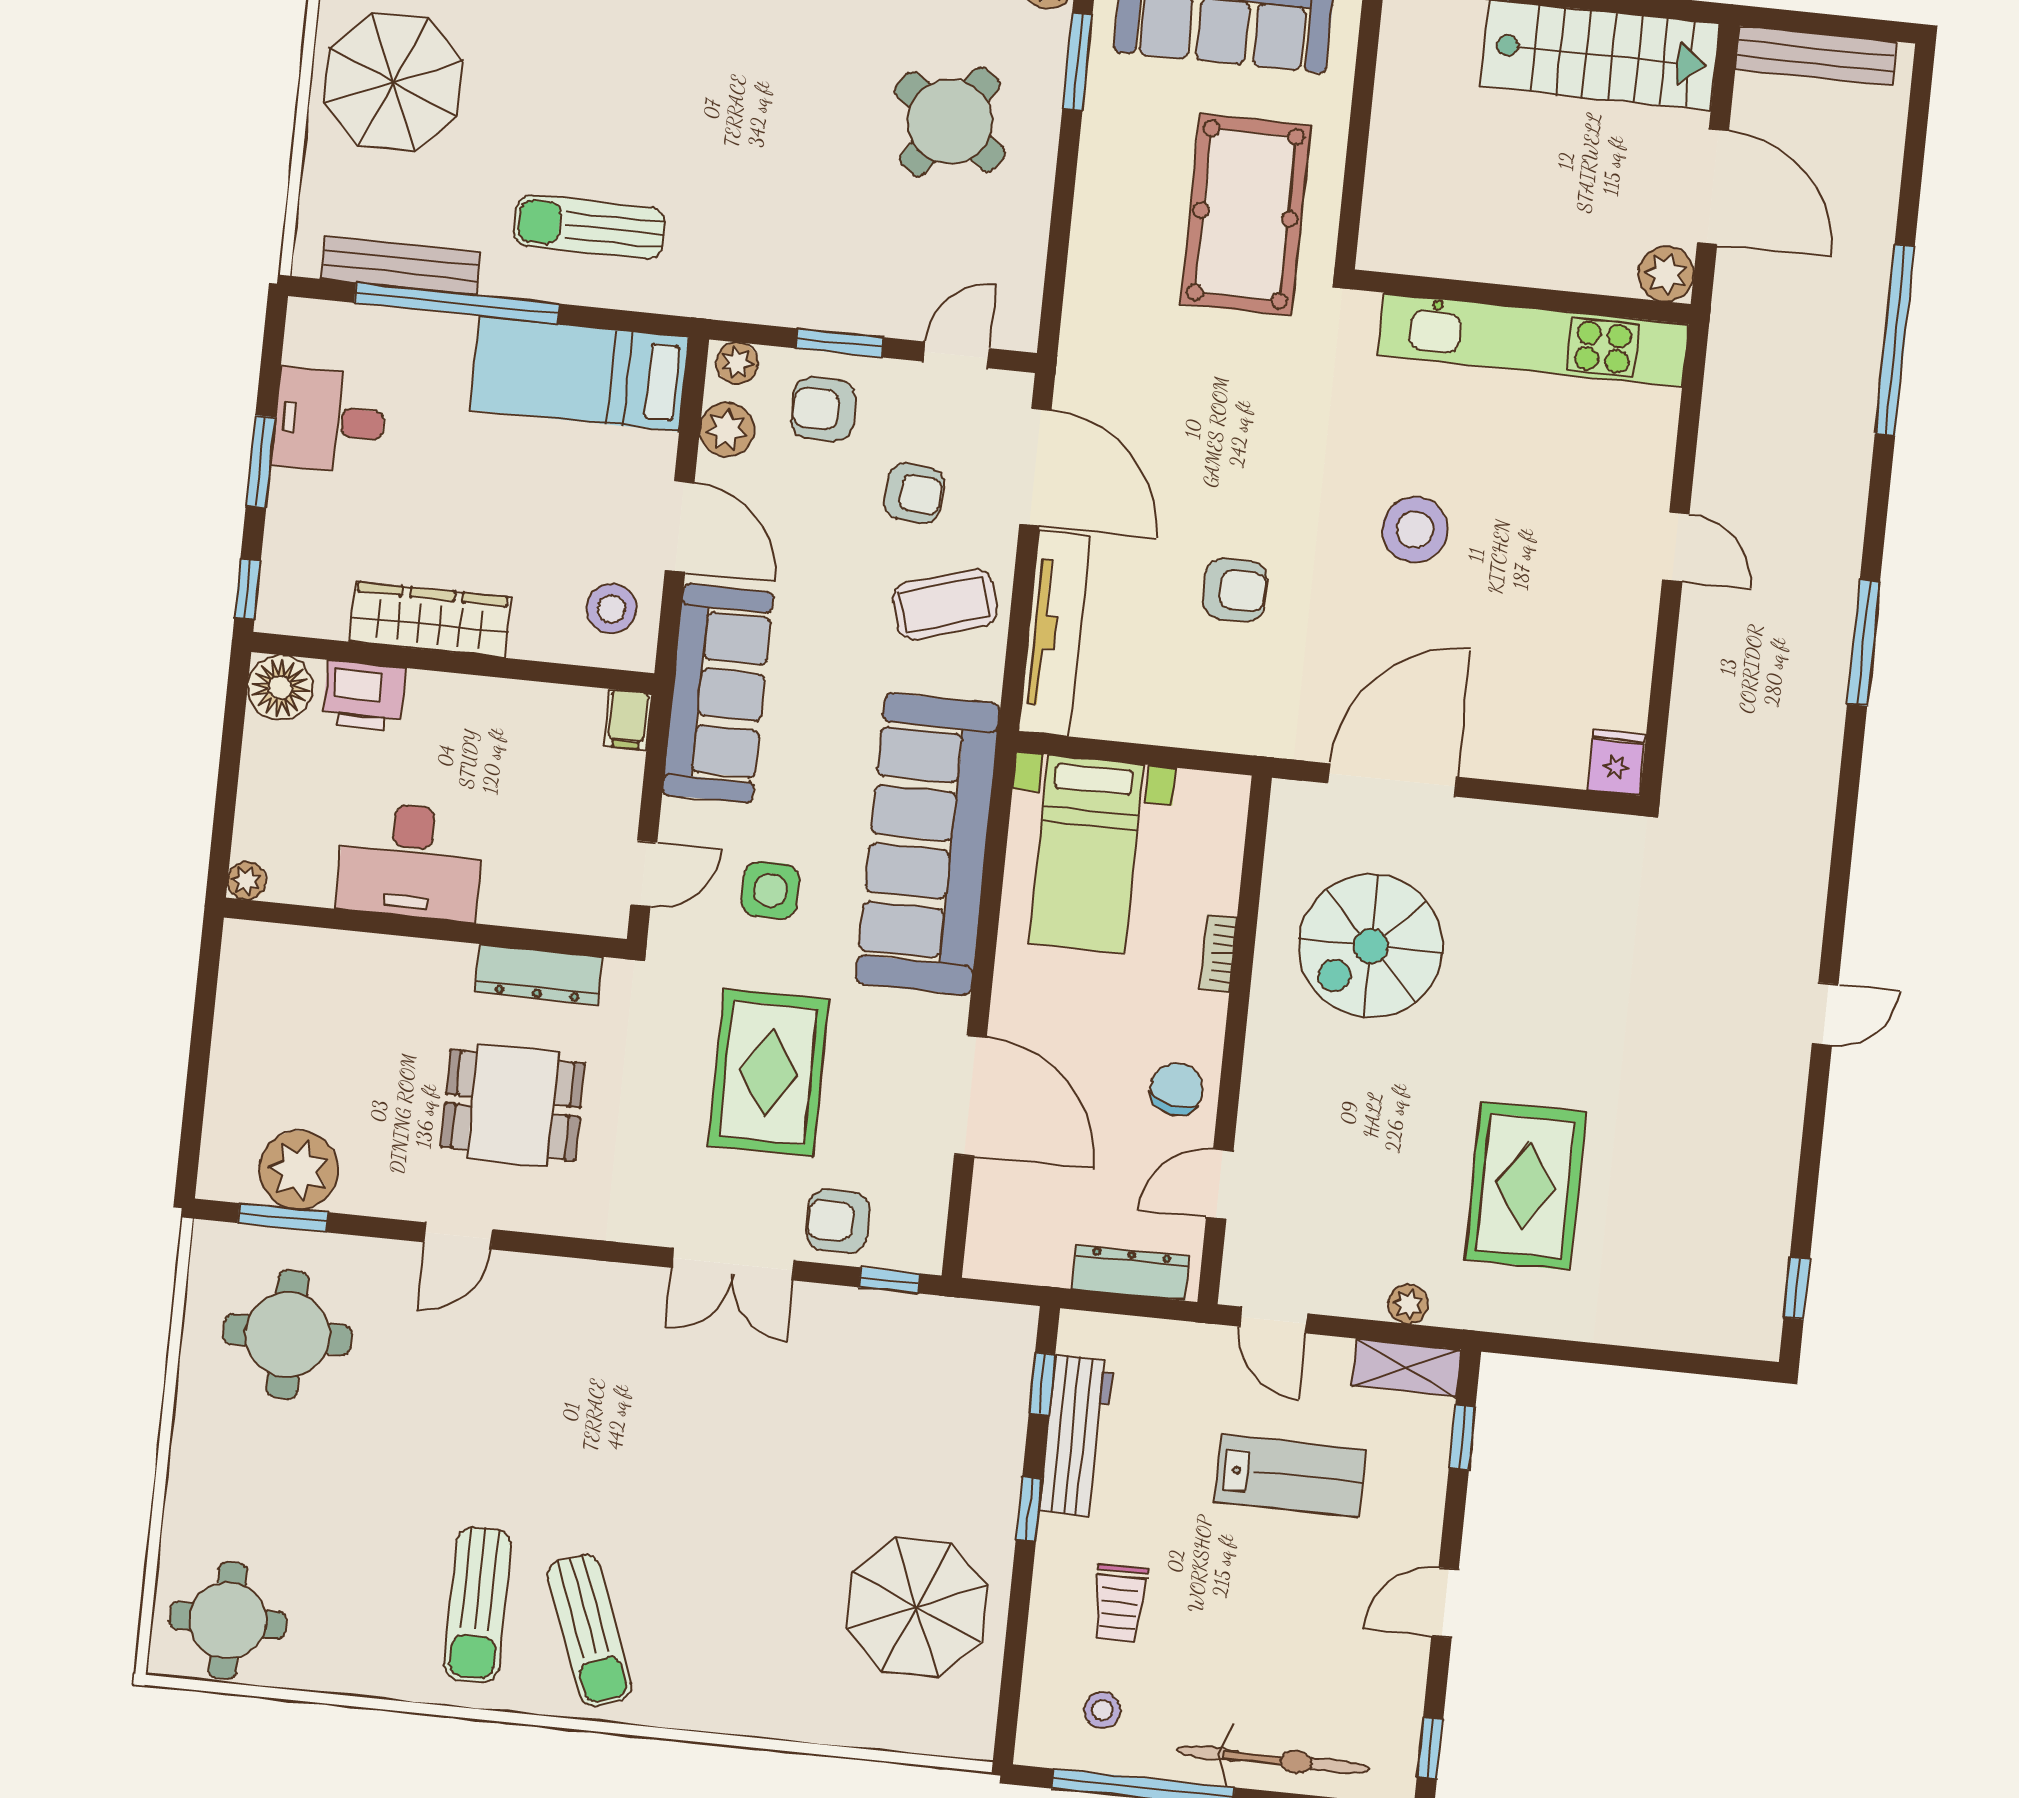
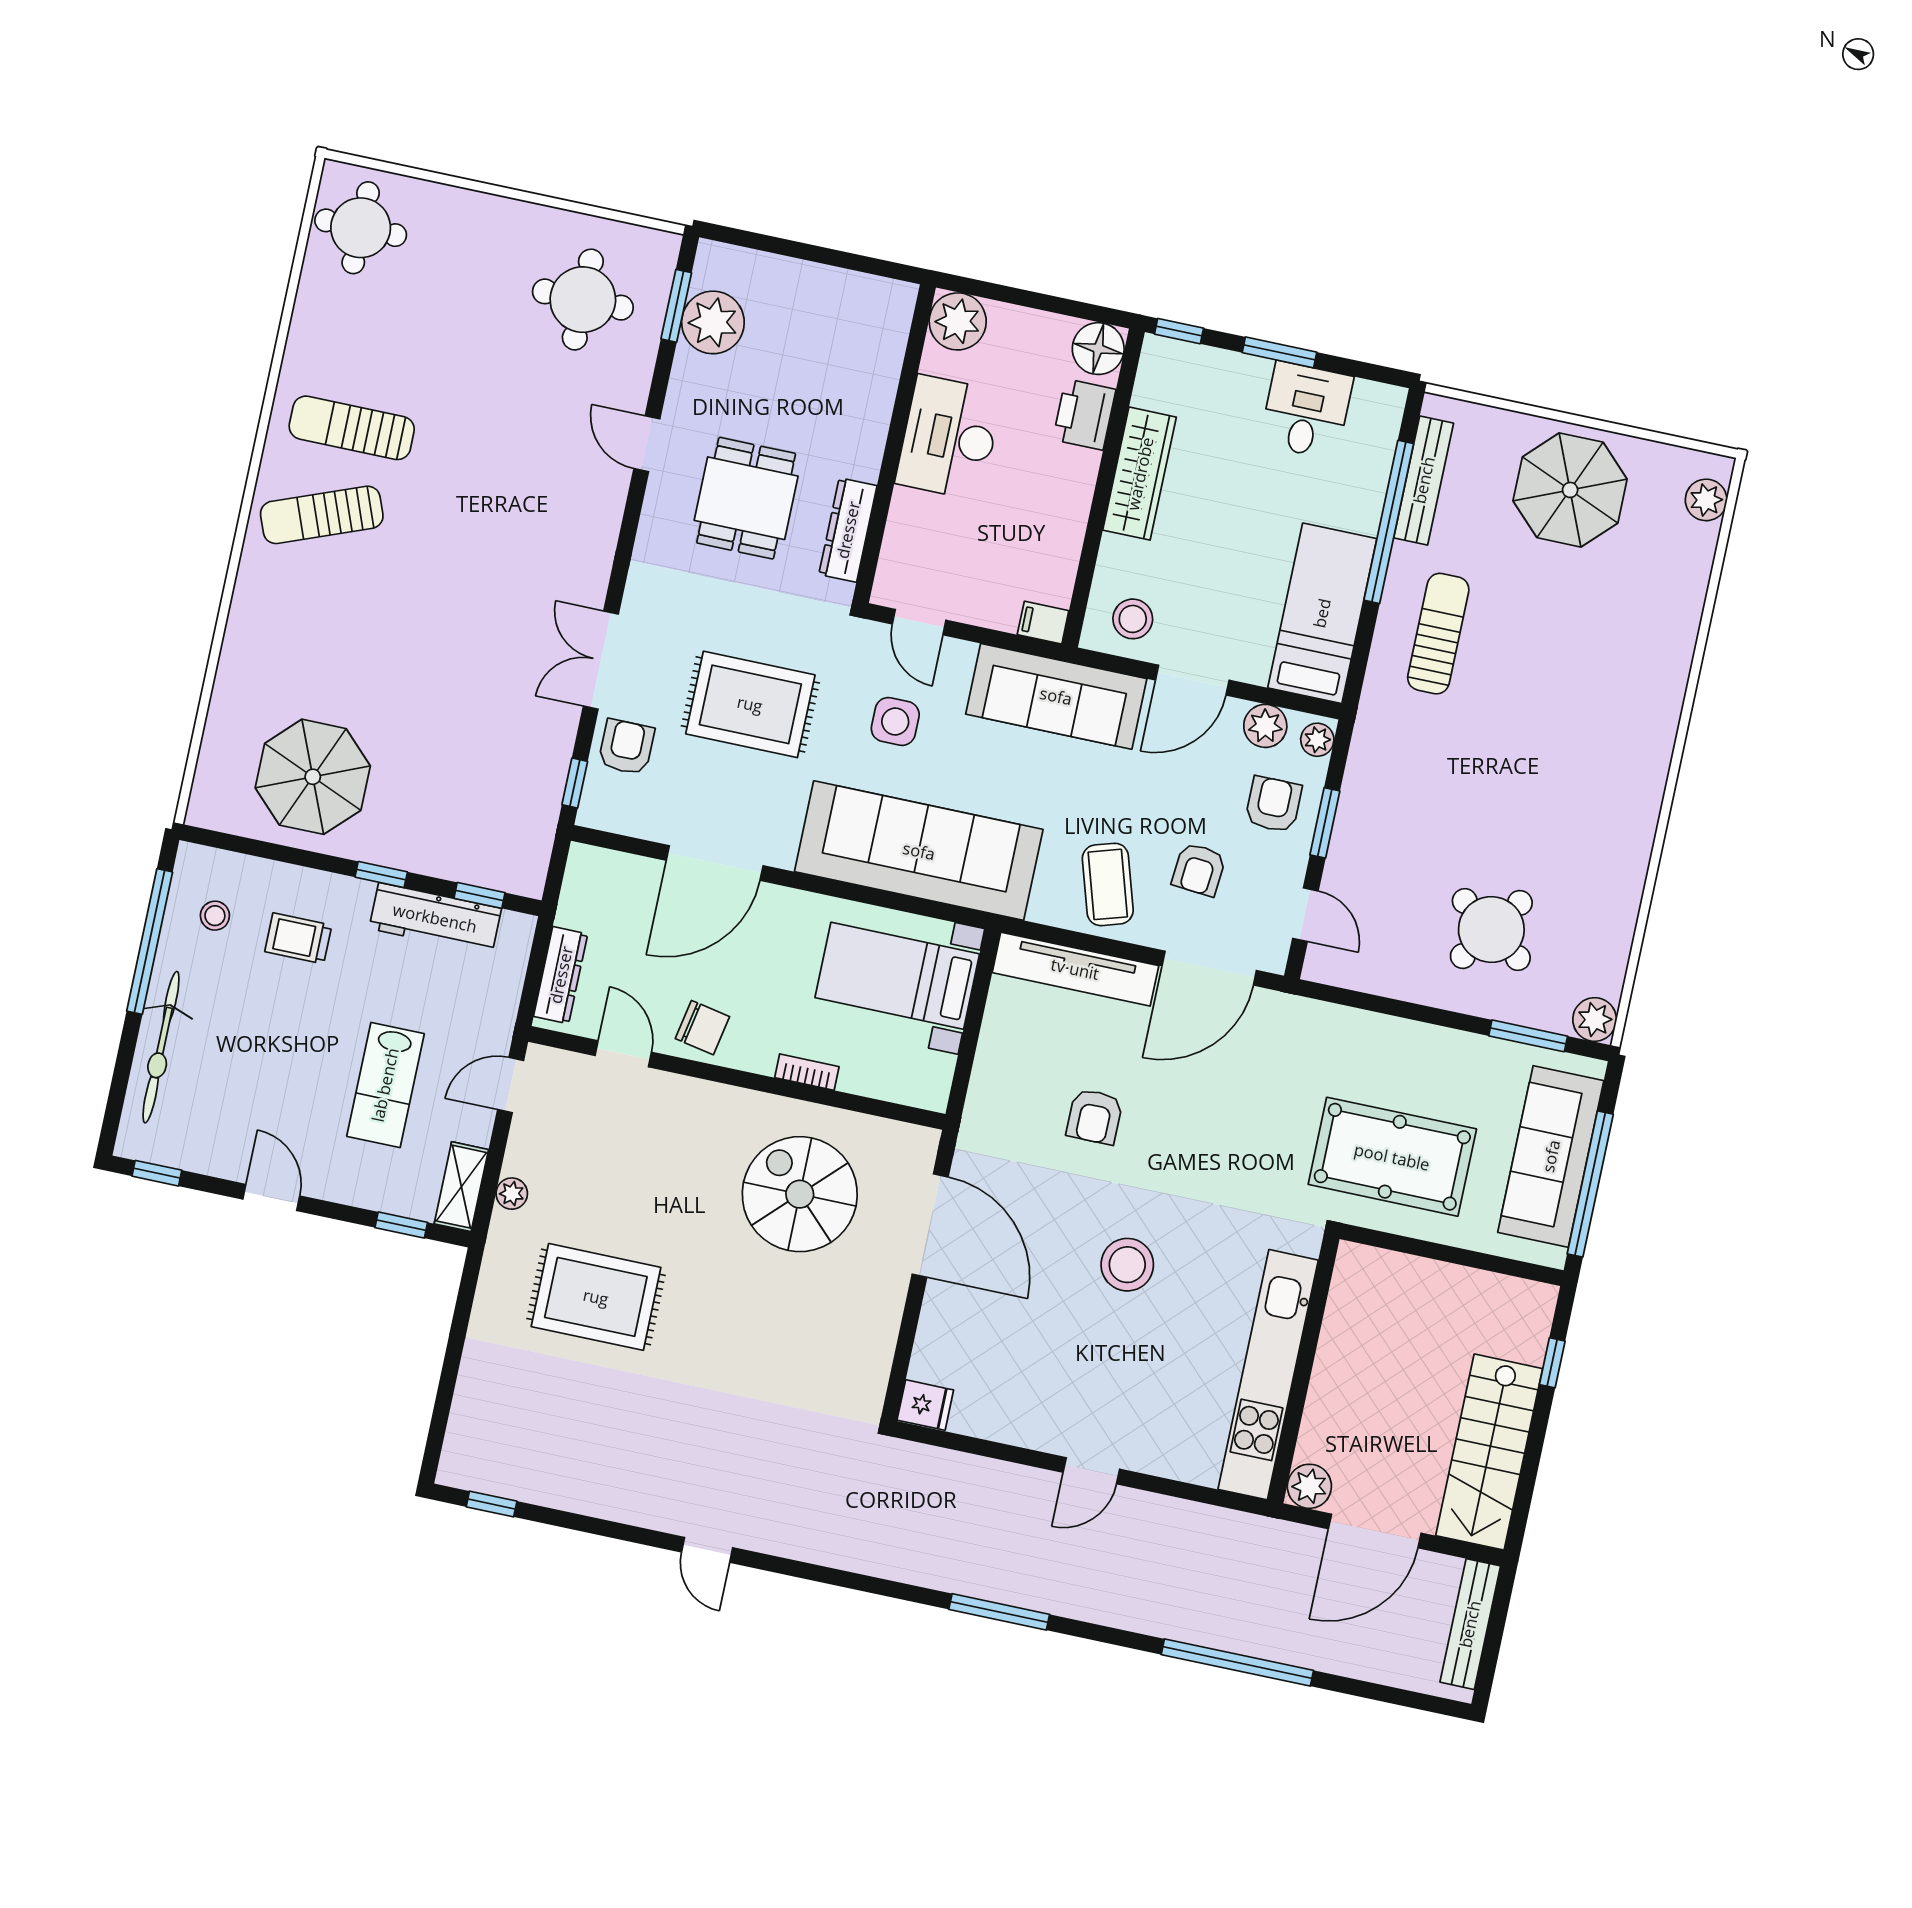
plant: (247, 881) -> (958, 321), width x1.88, depth x1.88

